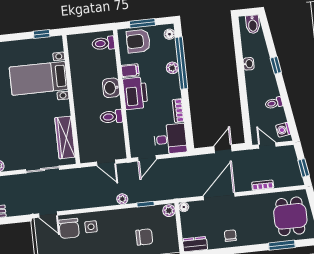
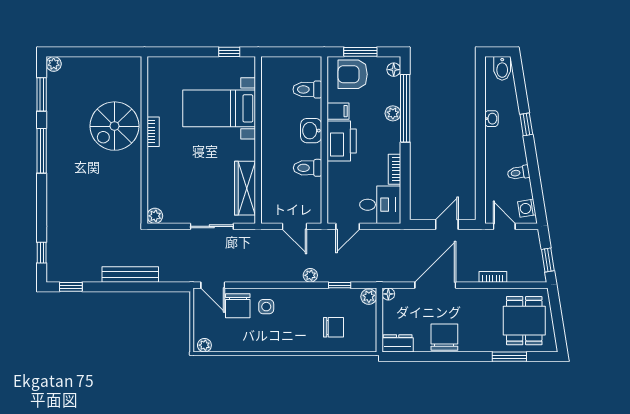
toilet: (103, 43) -> (307, 89), moved
chair: (230, 236) -> (444, 337), width x1.87, depth x1.87

